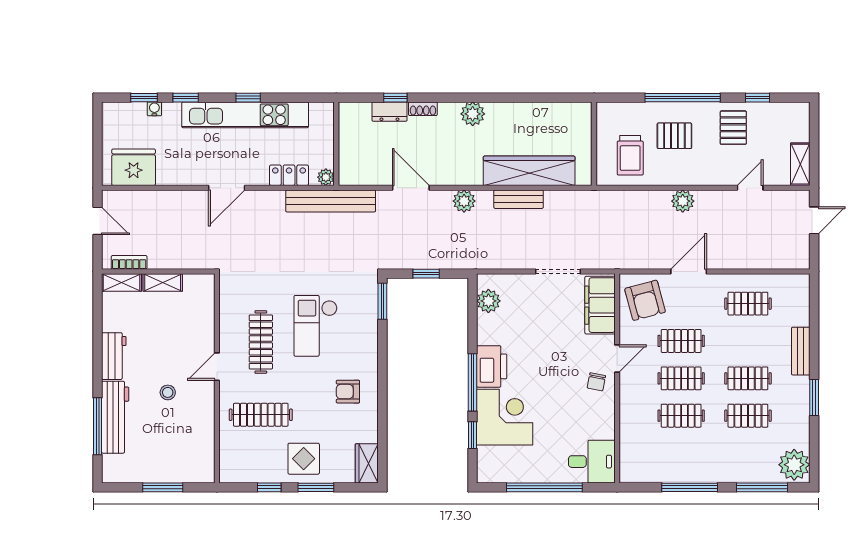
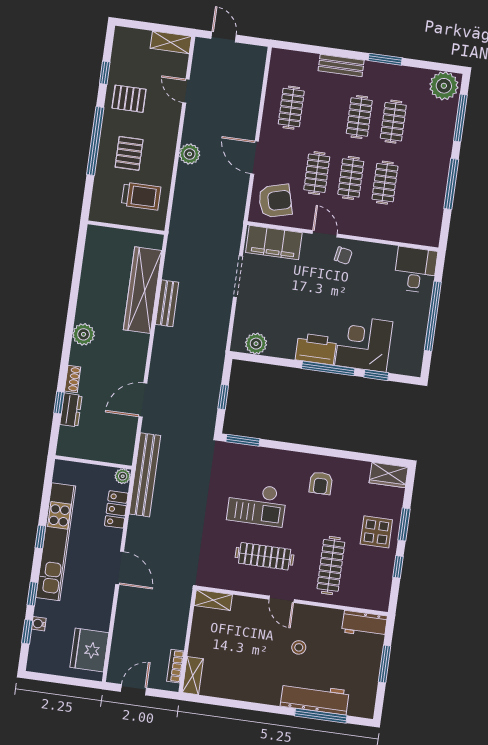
plant: (464, 201) -> (162, 353), removed
shelving: (163, 282) -> (213, 600), moved, turned 90
workbench: (114, 356) -> (364, 624), moved, turned 180

